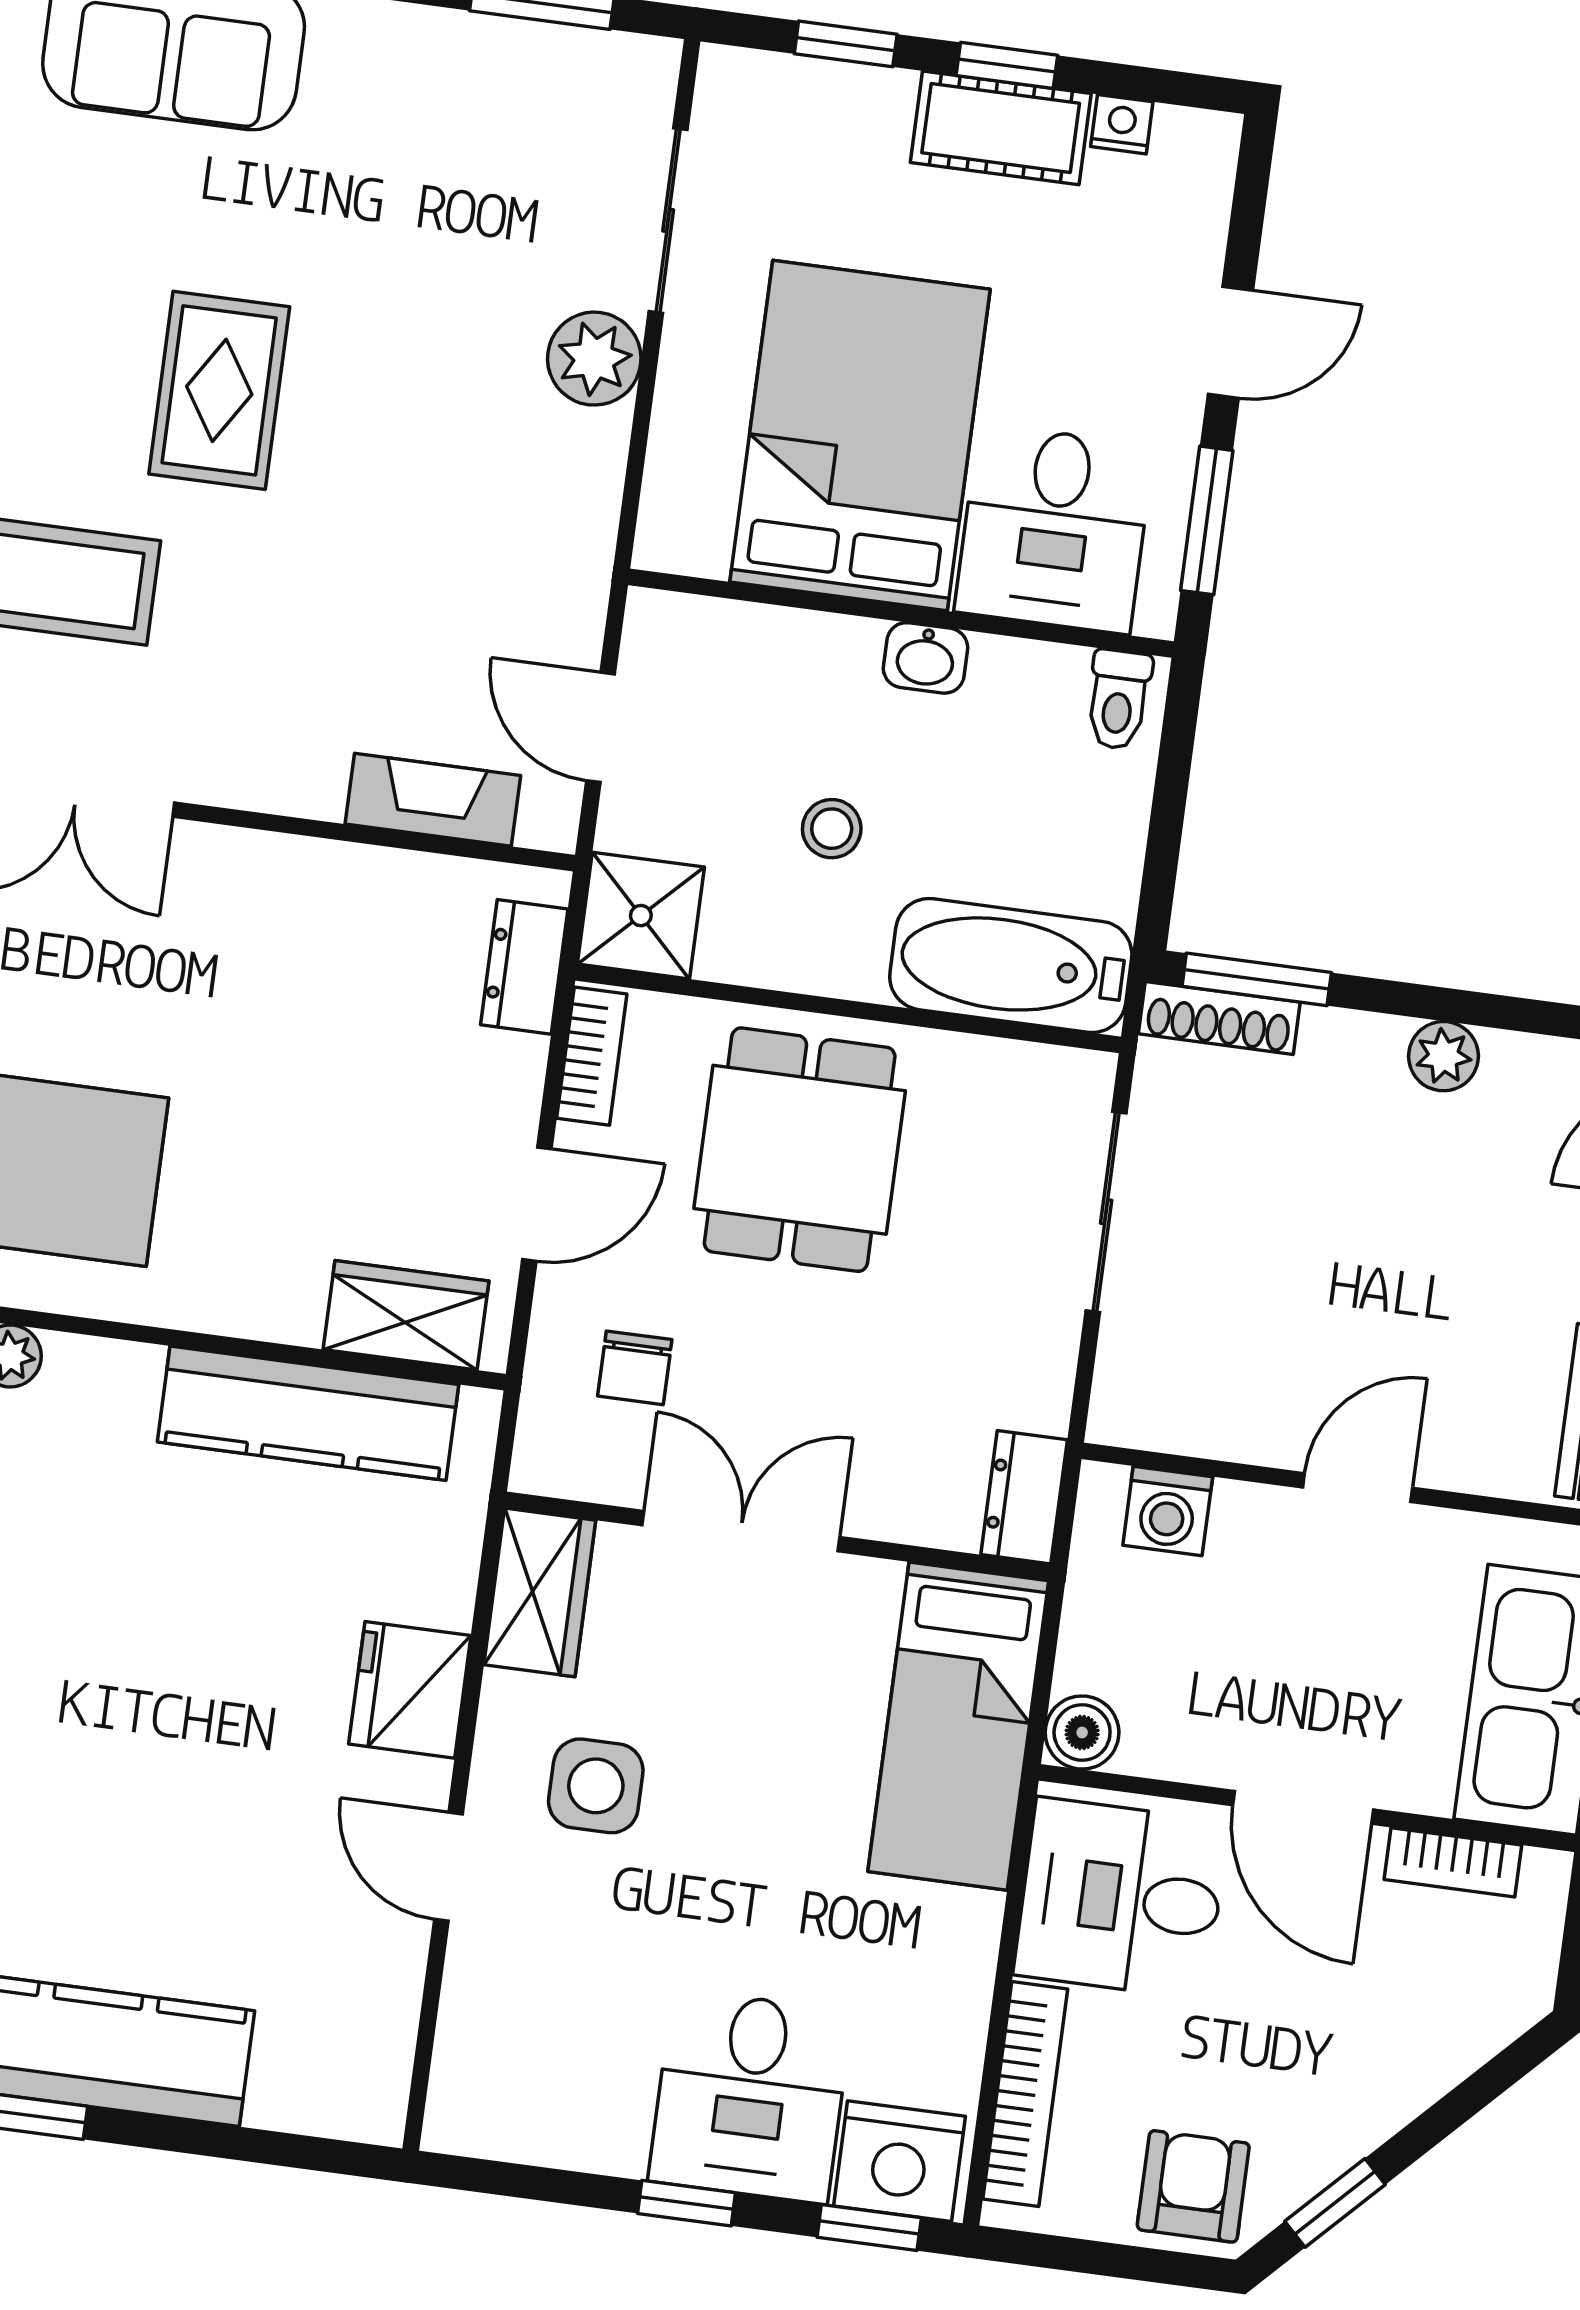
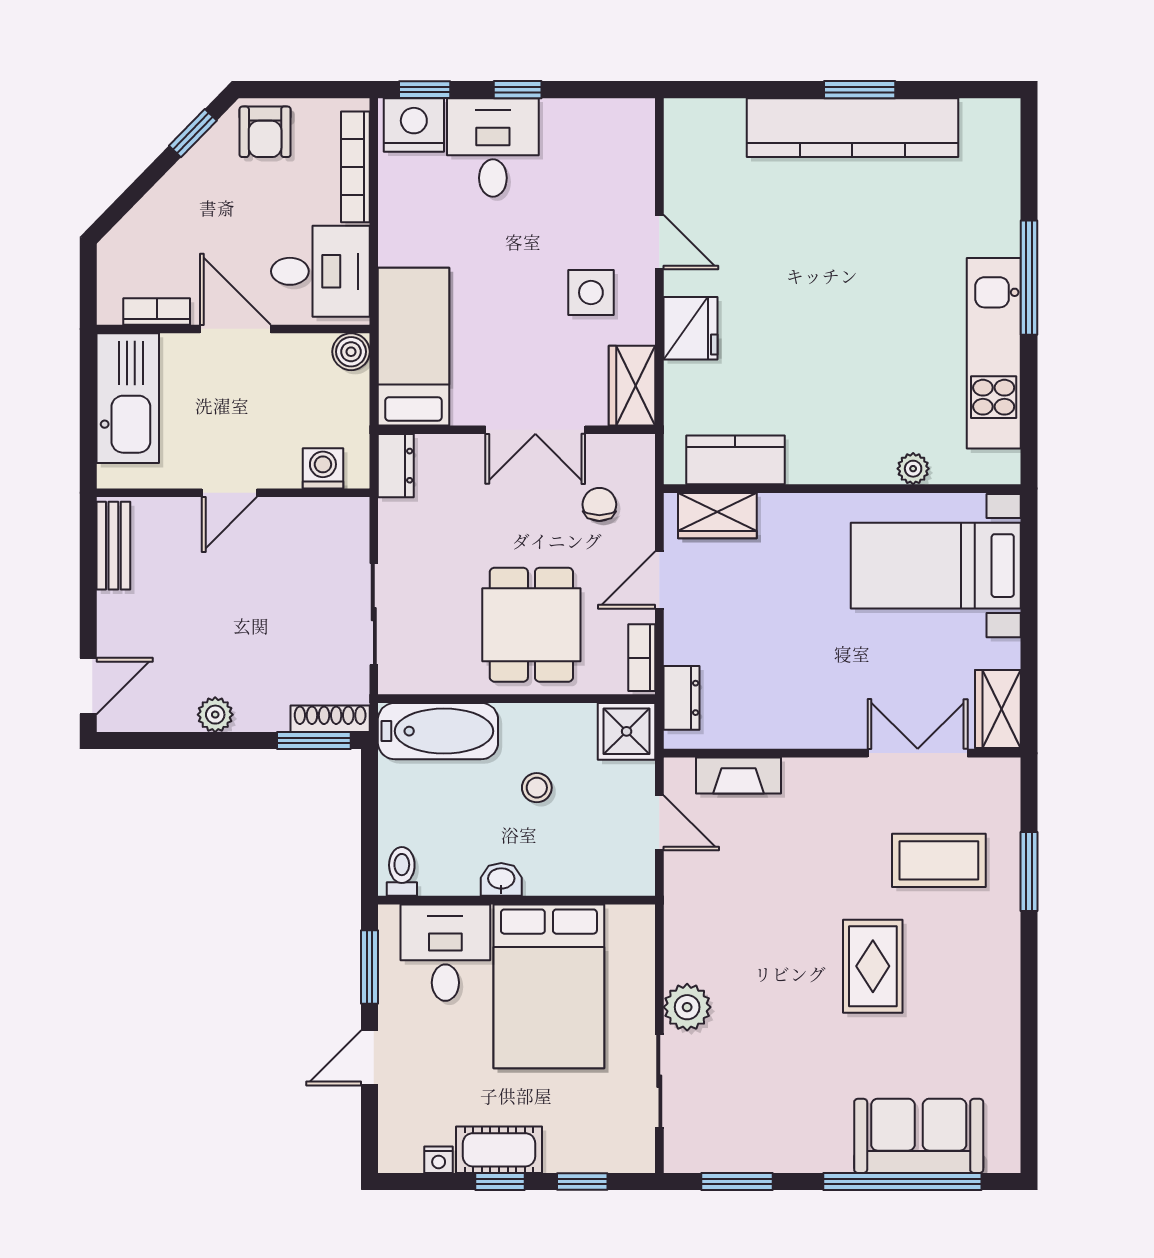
kitchen counter: (308, 1413) -> (735, 460), width x0.67

